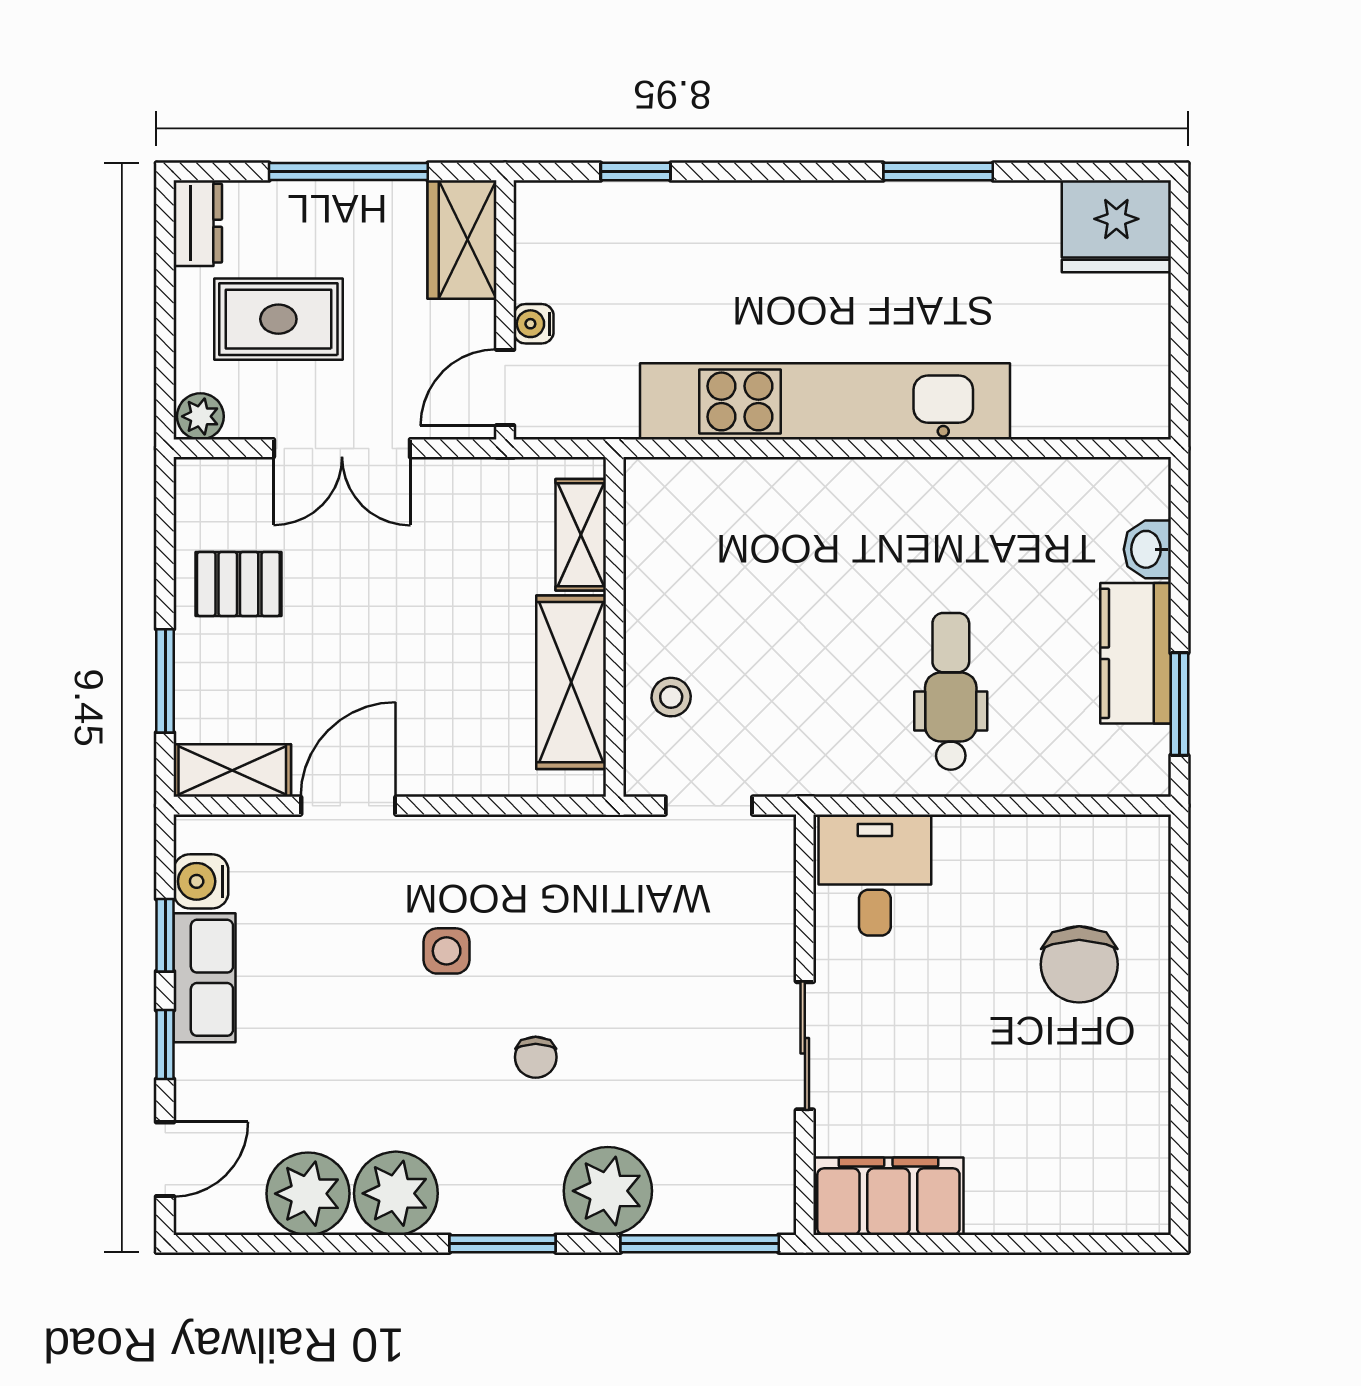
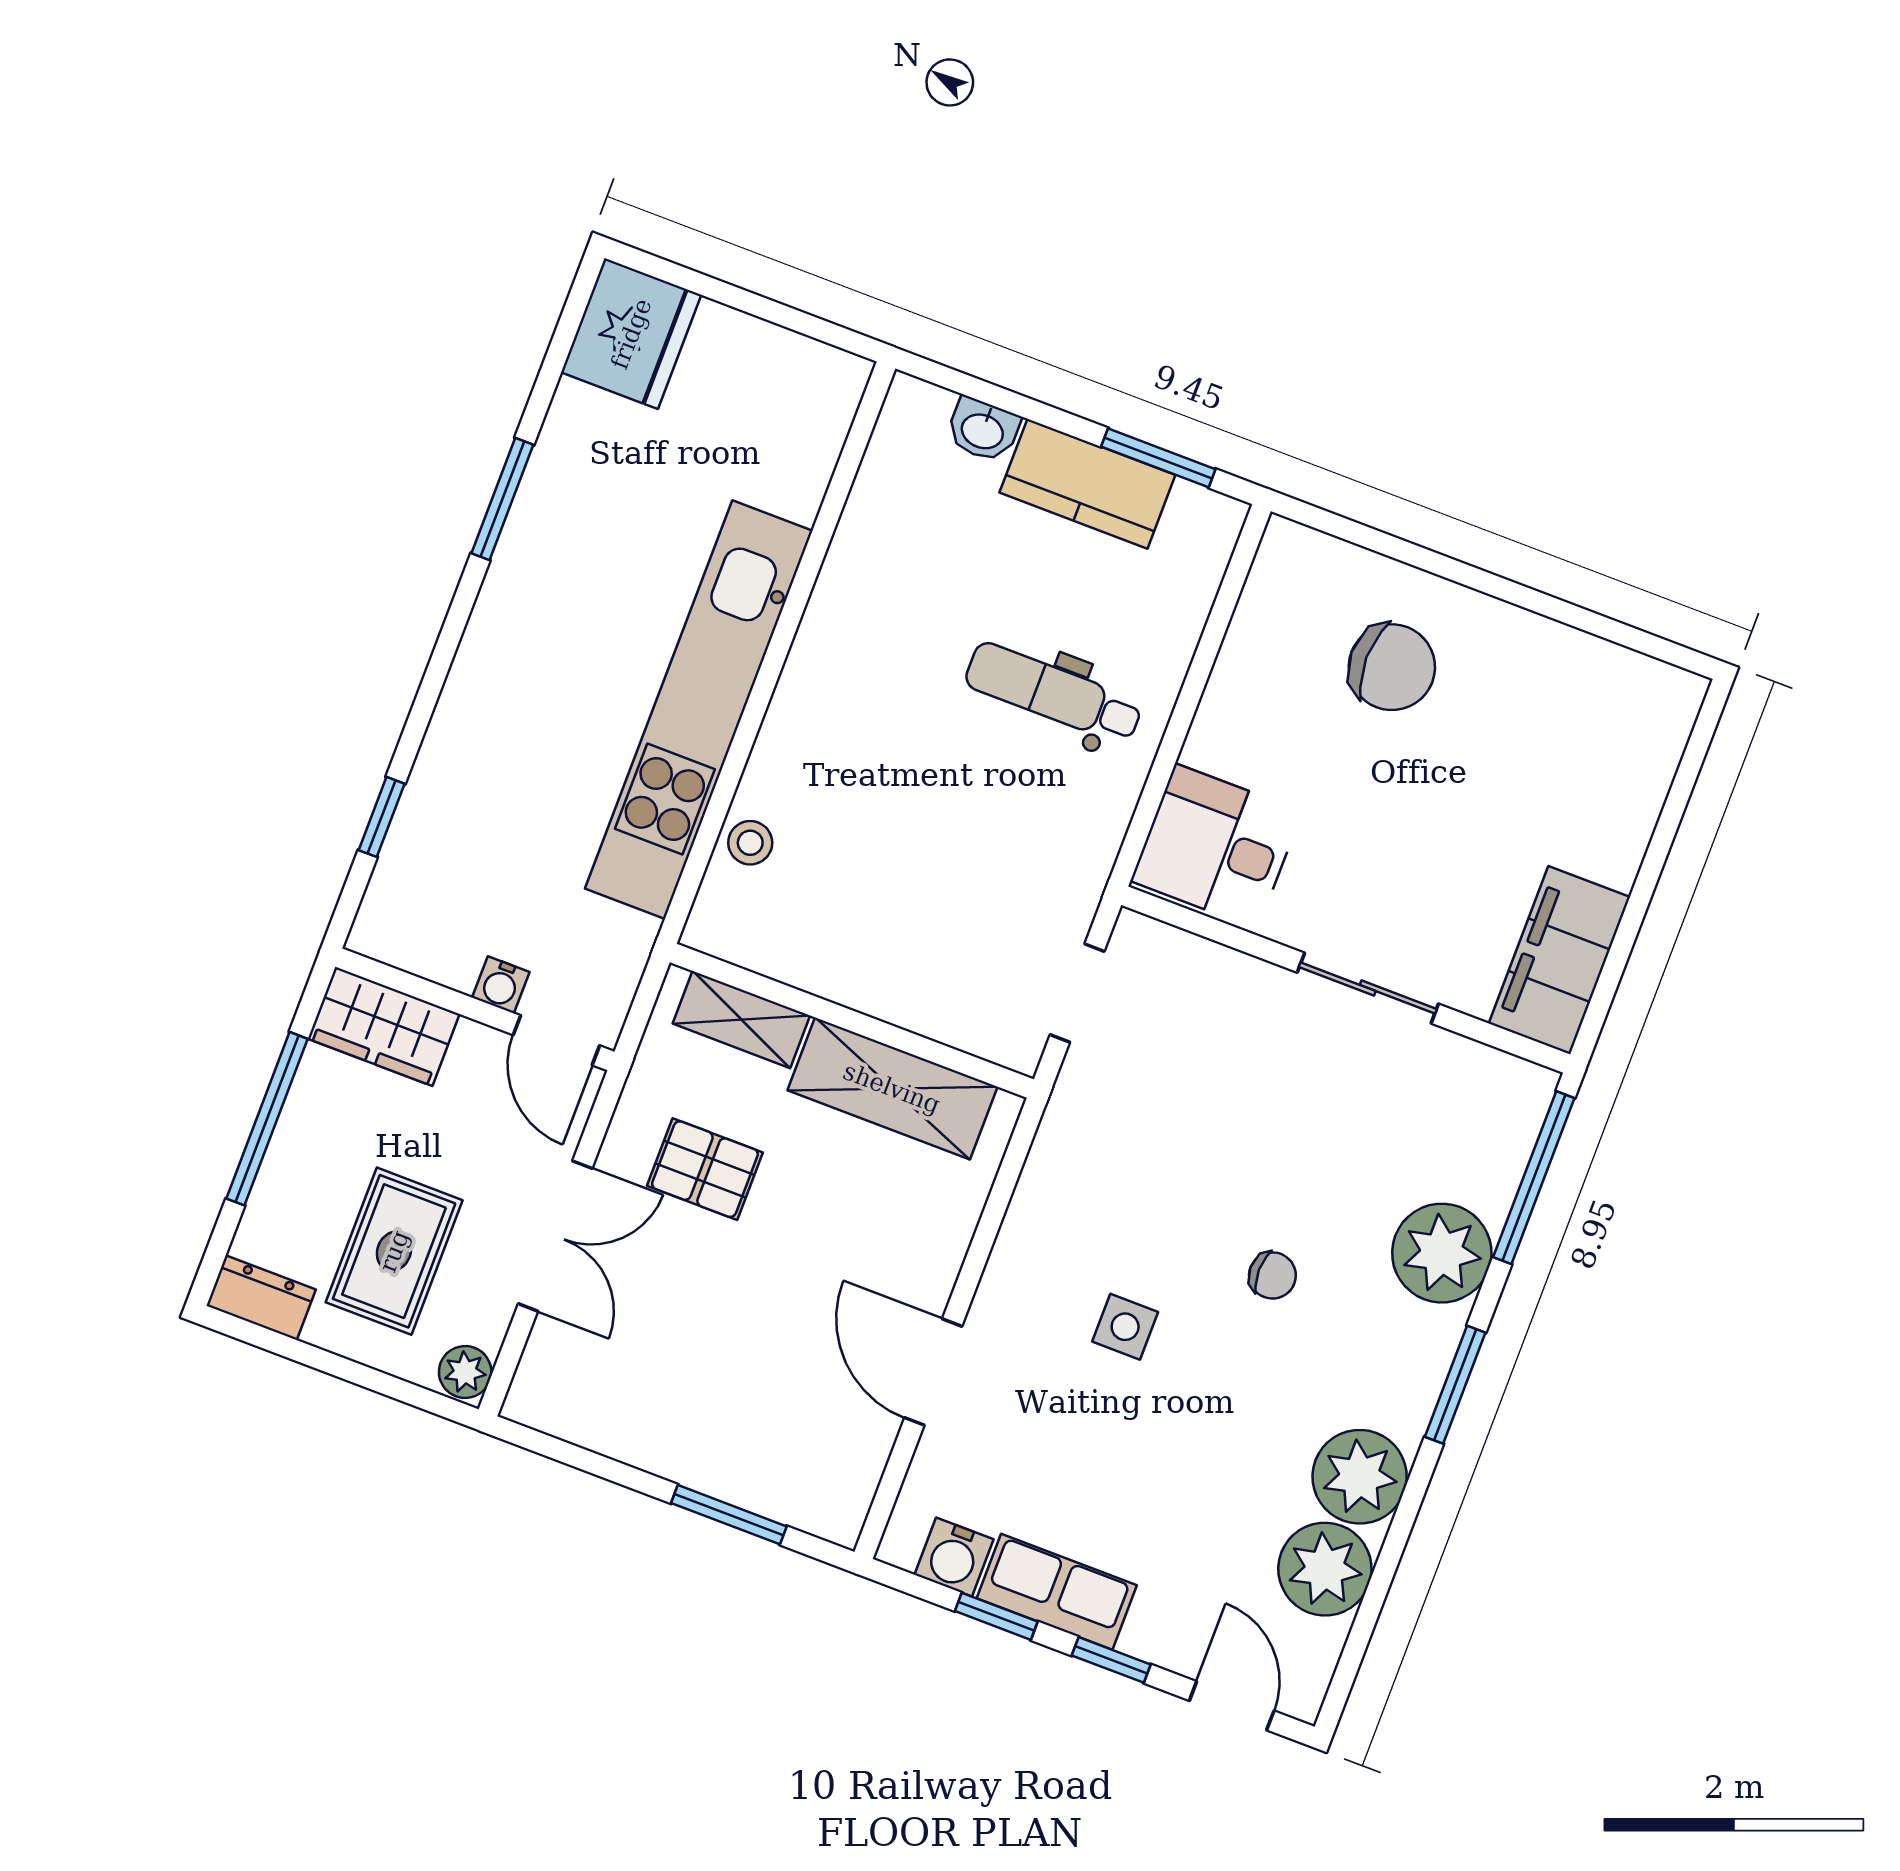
pallet: (238, 584) -> (705, 1169), moved, turned 90
stool: (671, 697) -> (750, 843), moved
shelving: (232, 771) -> (850, 1480), removed

